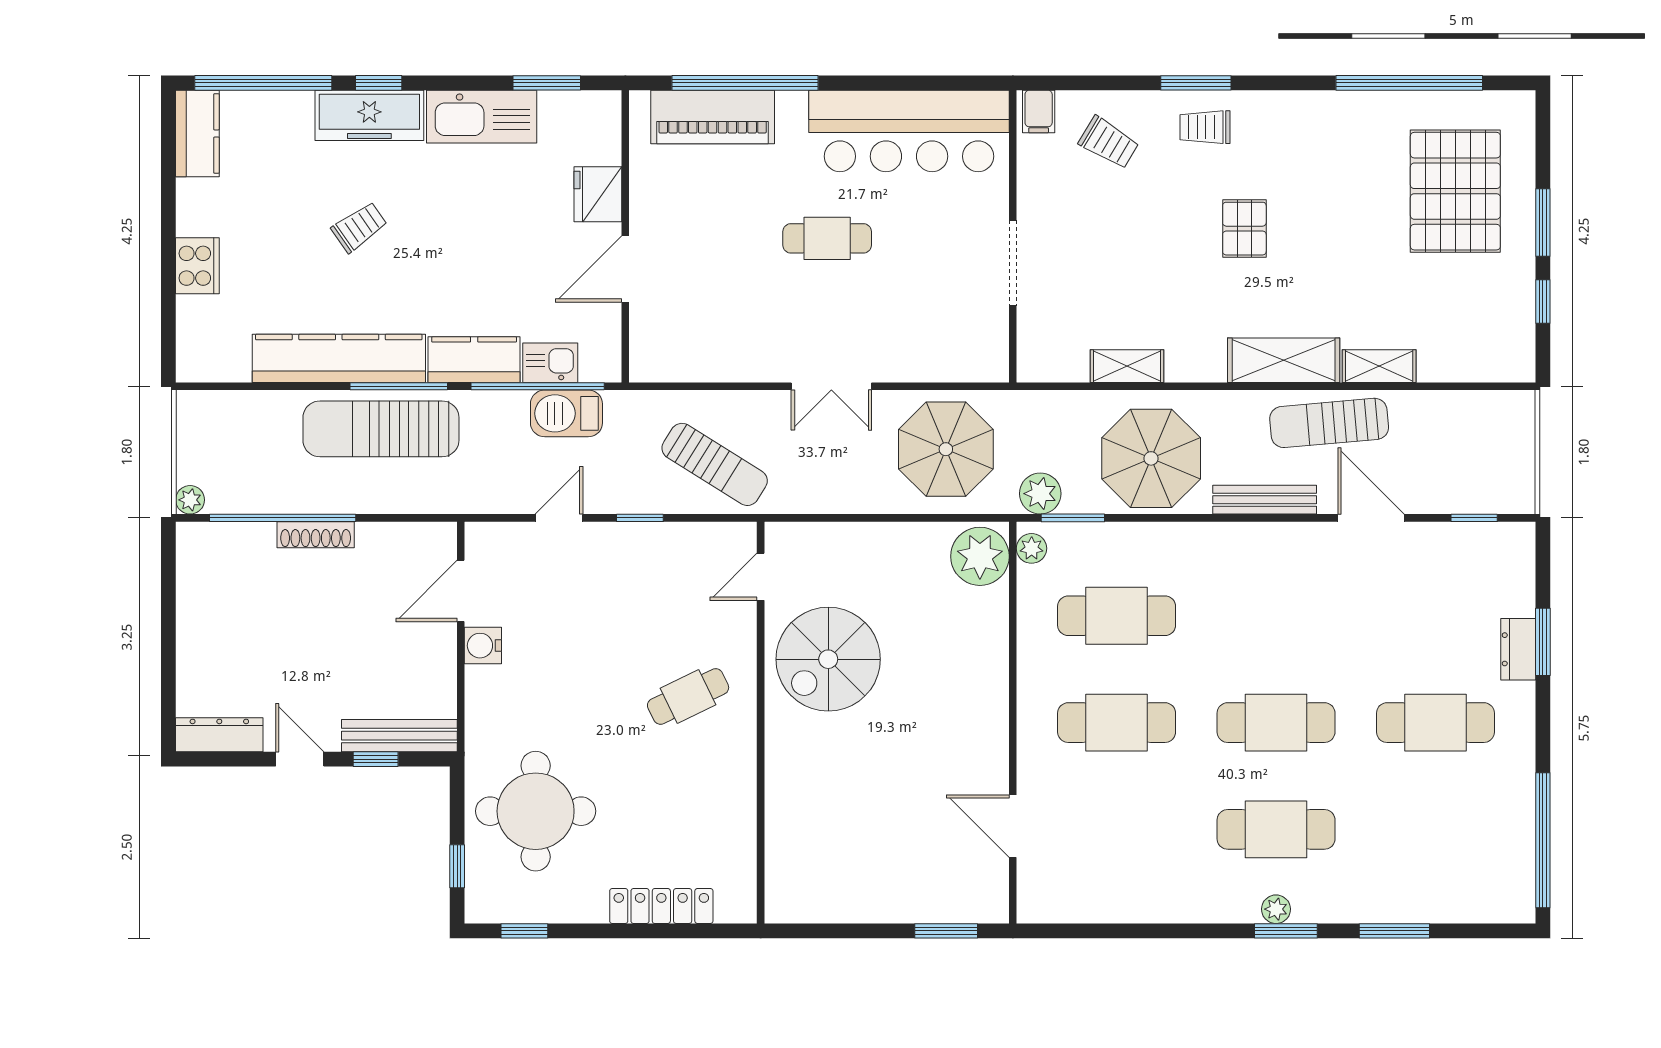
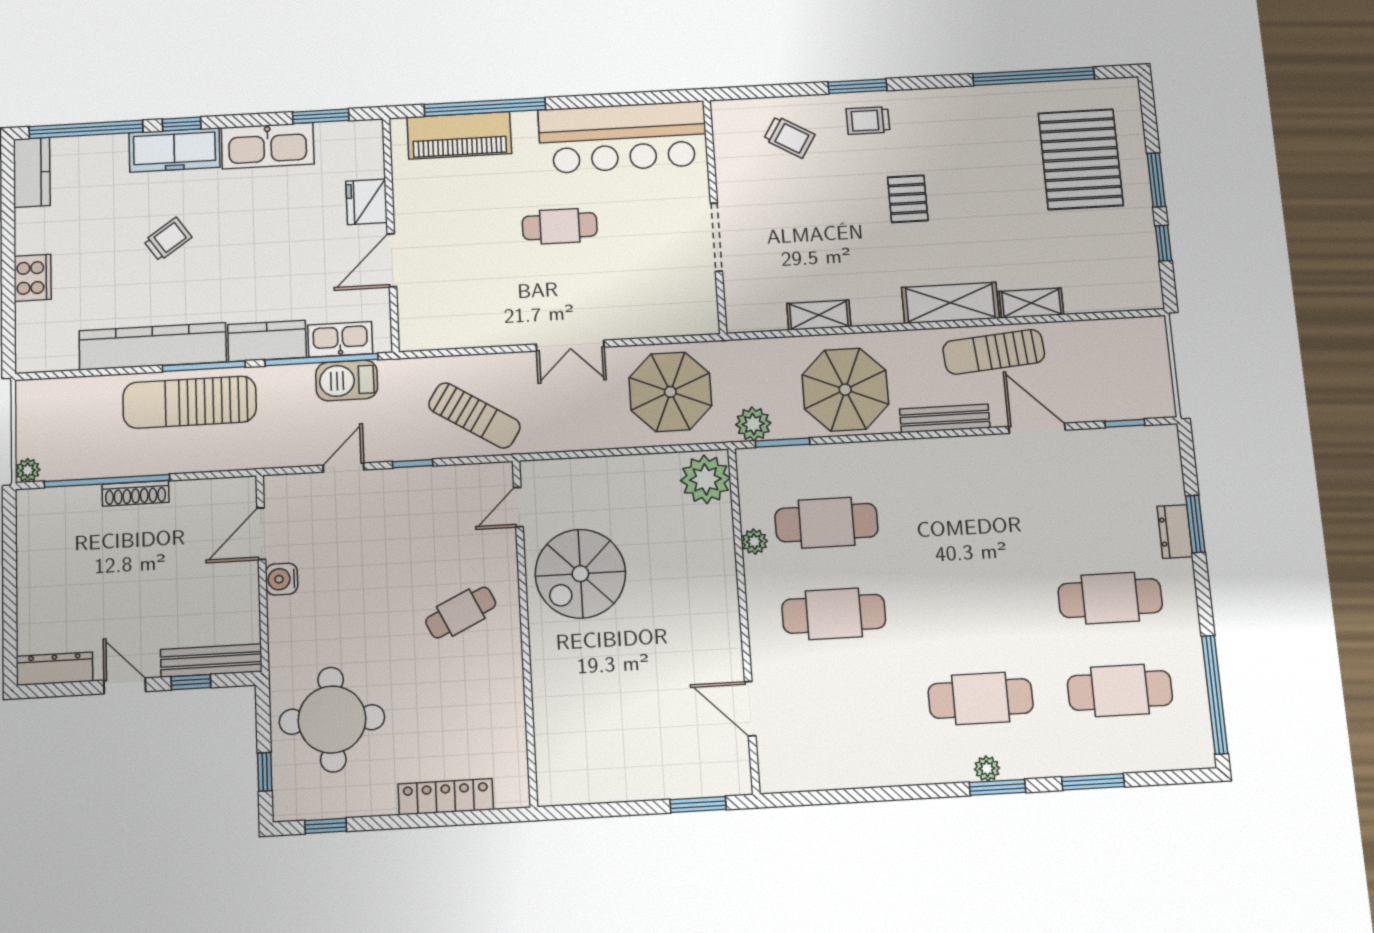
filing cabinet: (1039, 111) -> (729, 116), removed
kitchen sink: (550, 363) -> (340, 339), width x1.38
plant: (1032, 548) -> (754, 542), moved
cafe table: (1276, 723) -> (1120, 690), moved

